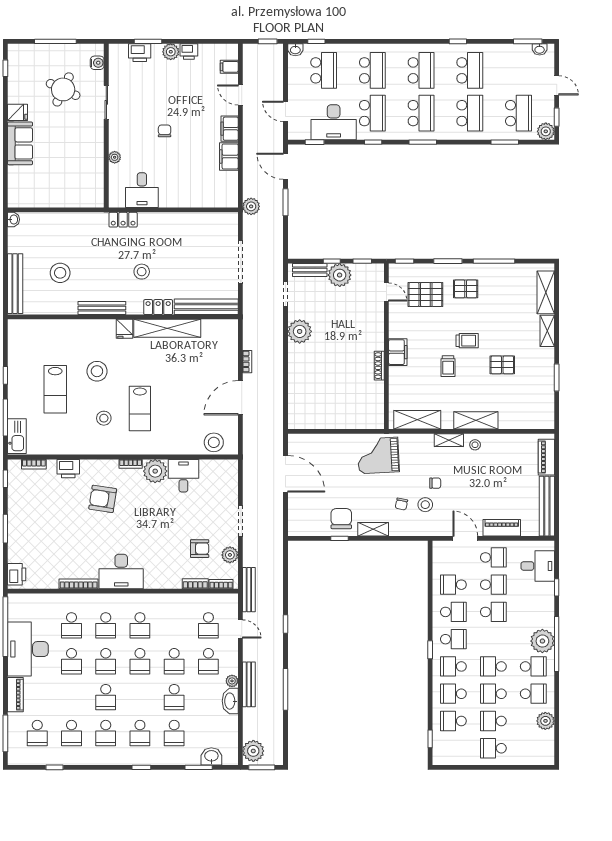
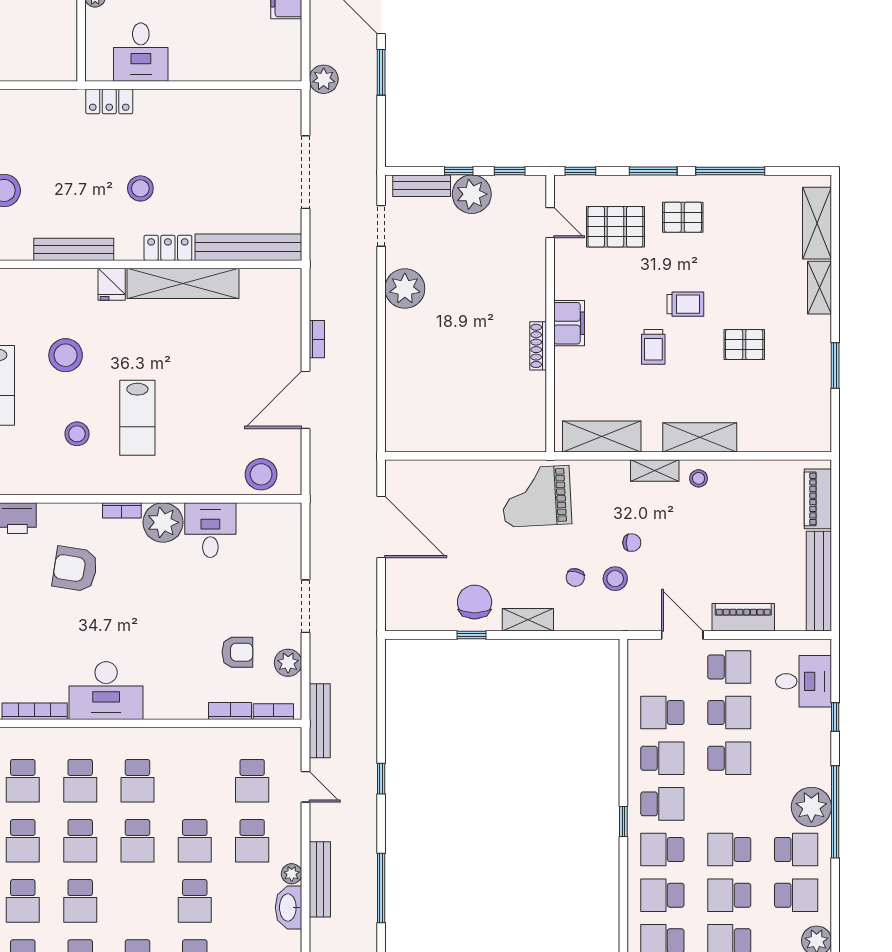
school desk: (71, 697) -> (23, 901), added

